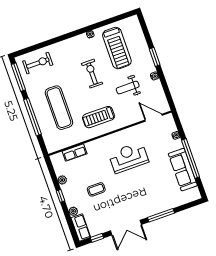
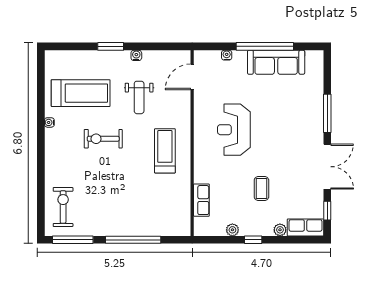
exercise mat: (59, 108) -> (133, 200), removed
treadmill: (98, 117) -> (165, 151), turned 180

